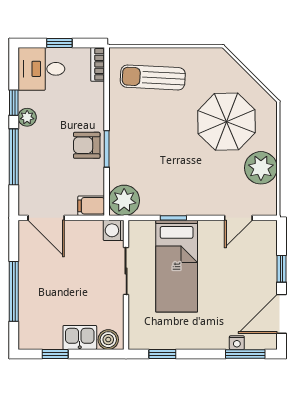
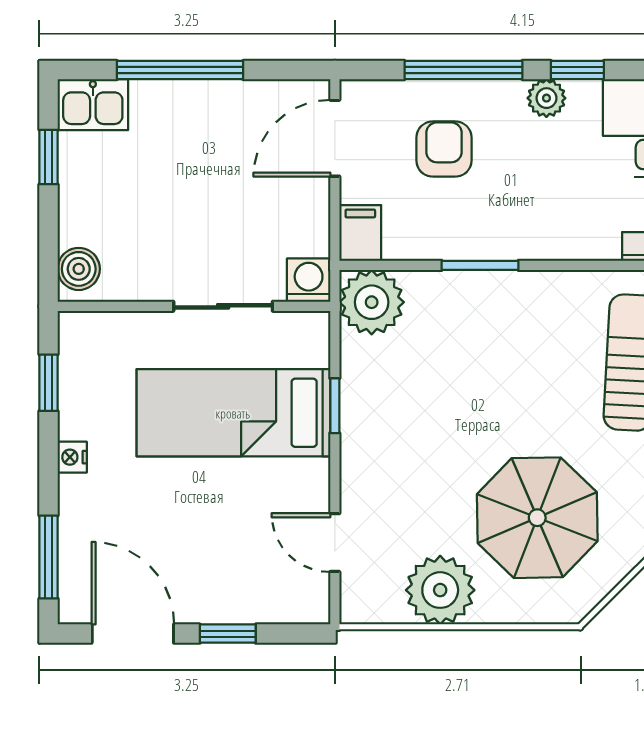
armchair: (87, 145) -> (444, 149), moved
kitchen sink: (80, 337) -> (93, 105), moved, turned 90
nightstand: (237, 343) -> (72, 457), moved

